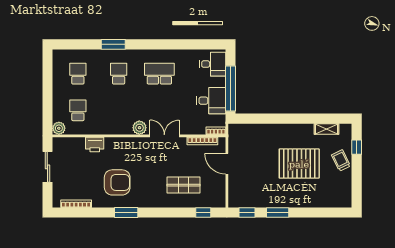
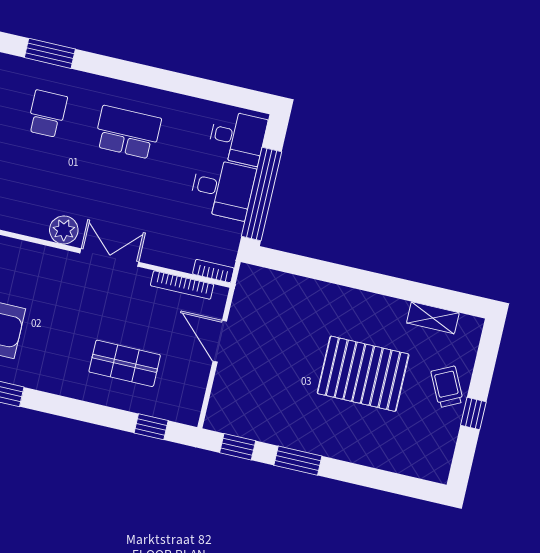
desk: (211, 101) -> (222, 189), moved
window: (357, 147) -> (473, 414), moved

